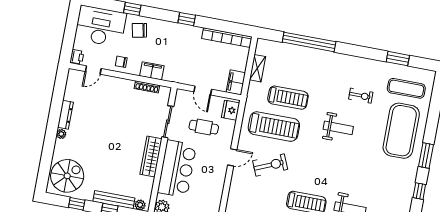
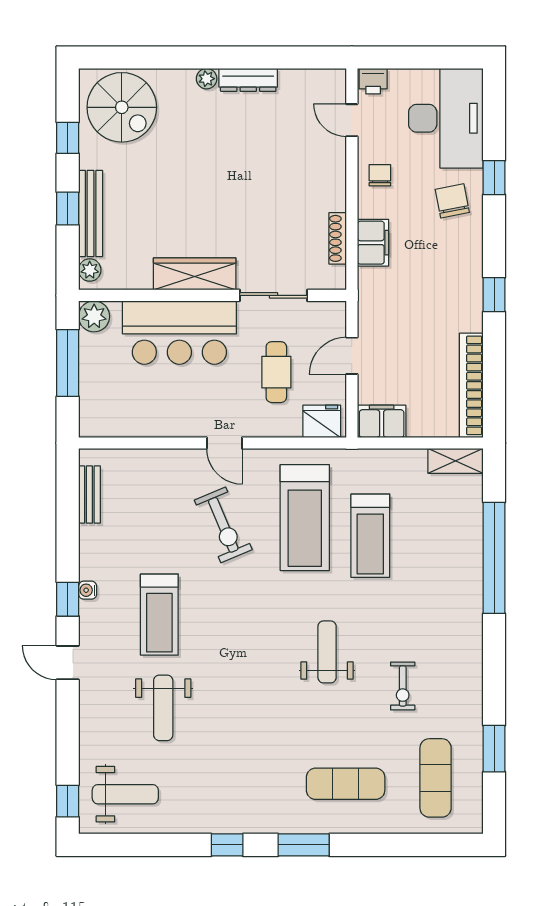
shelving: (257, 68) -> (456, 461), moved
weight bench: (338, 128) -> (327, 652), turned 180
exercise mat: (401, 131) -> (346, 784), width x0.50, depth x0.69

